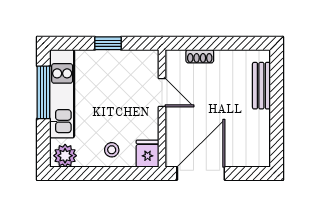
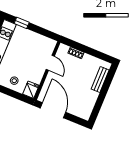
window: (108, 43) -> (22, 23), moved
door: (201, 173) -> (53, 110), hinge flipped

